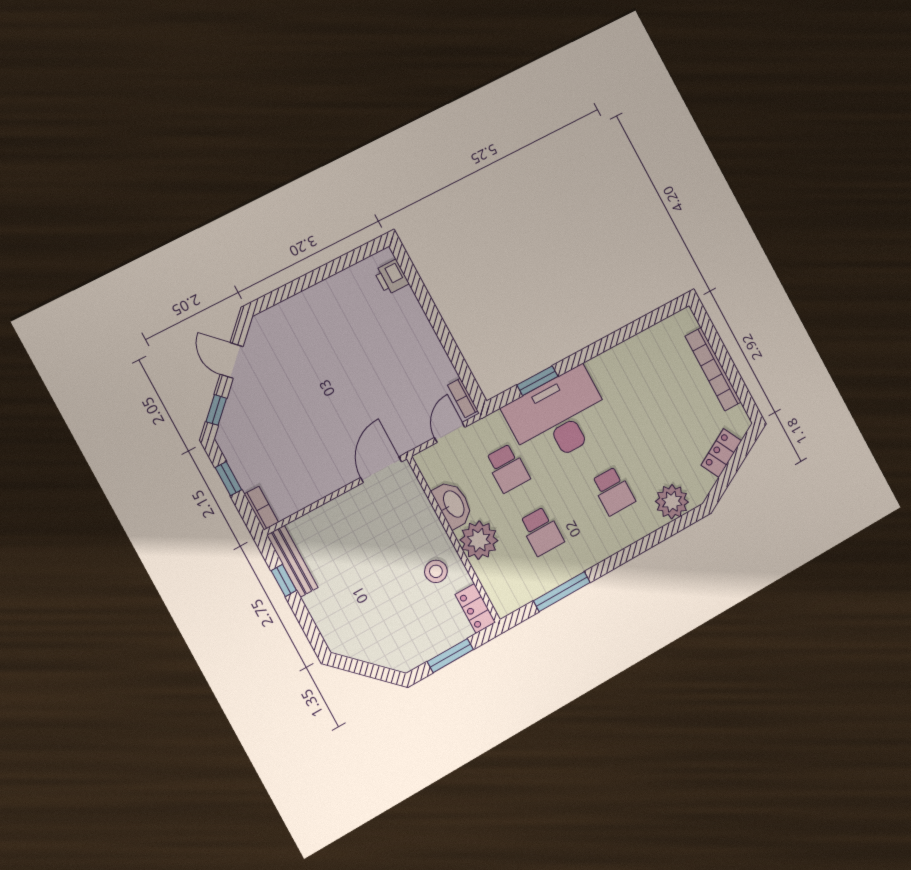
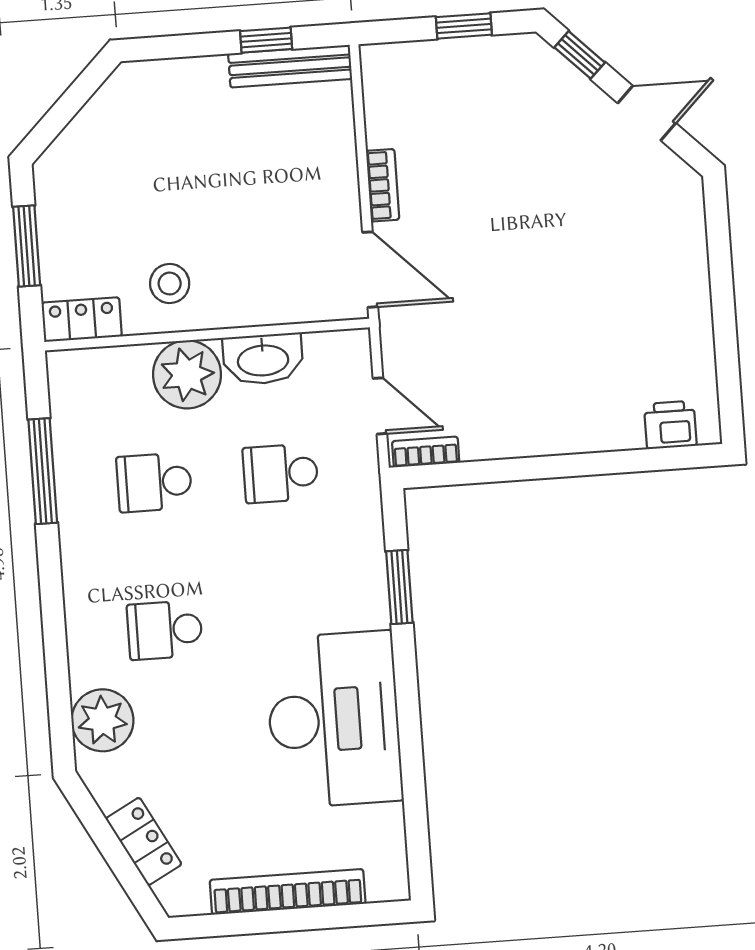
desk: (559, 417) -> (334, 720), moved
bookcase: (261, 508) -> (383, 185), moved, turned -90

